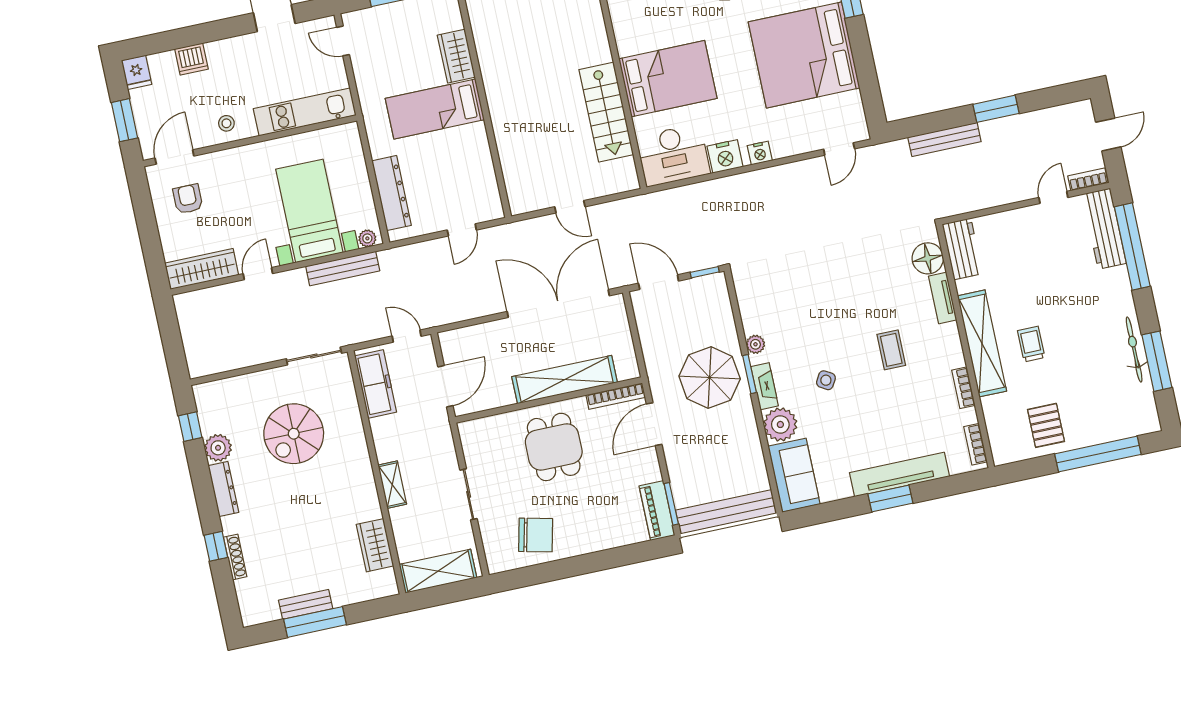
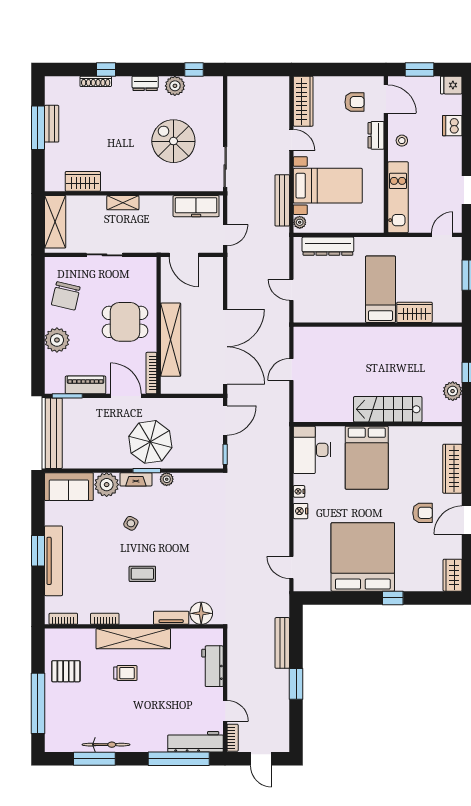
stairs: (606, 112) -> (388, 409), moved
nightstand: (725, 156) -> (299, 491), width x0.53, depth x0.56
dresser: (227, 160) -> (376, 135), added
workbench: (962, 249) -> (212, 666), moved, turned 90
dresser: (223, 489) -> (145, 83), width x0.70
piano: (657, 511) -> (86, 385), moved
plant: (598, 534) -> (57, 340), added

